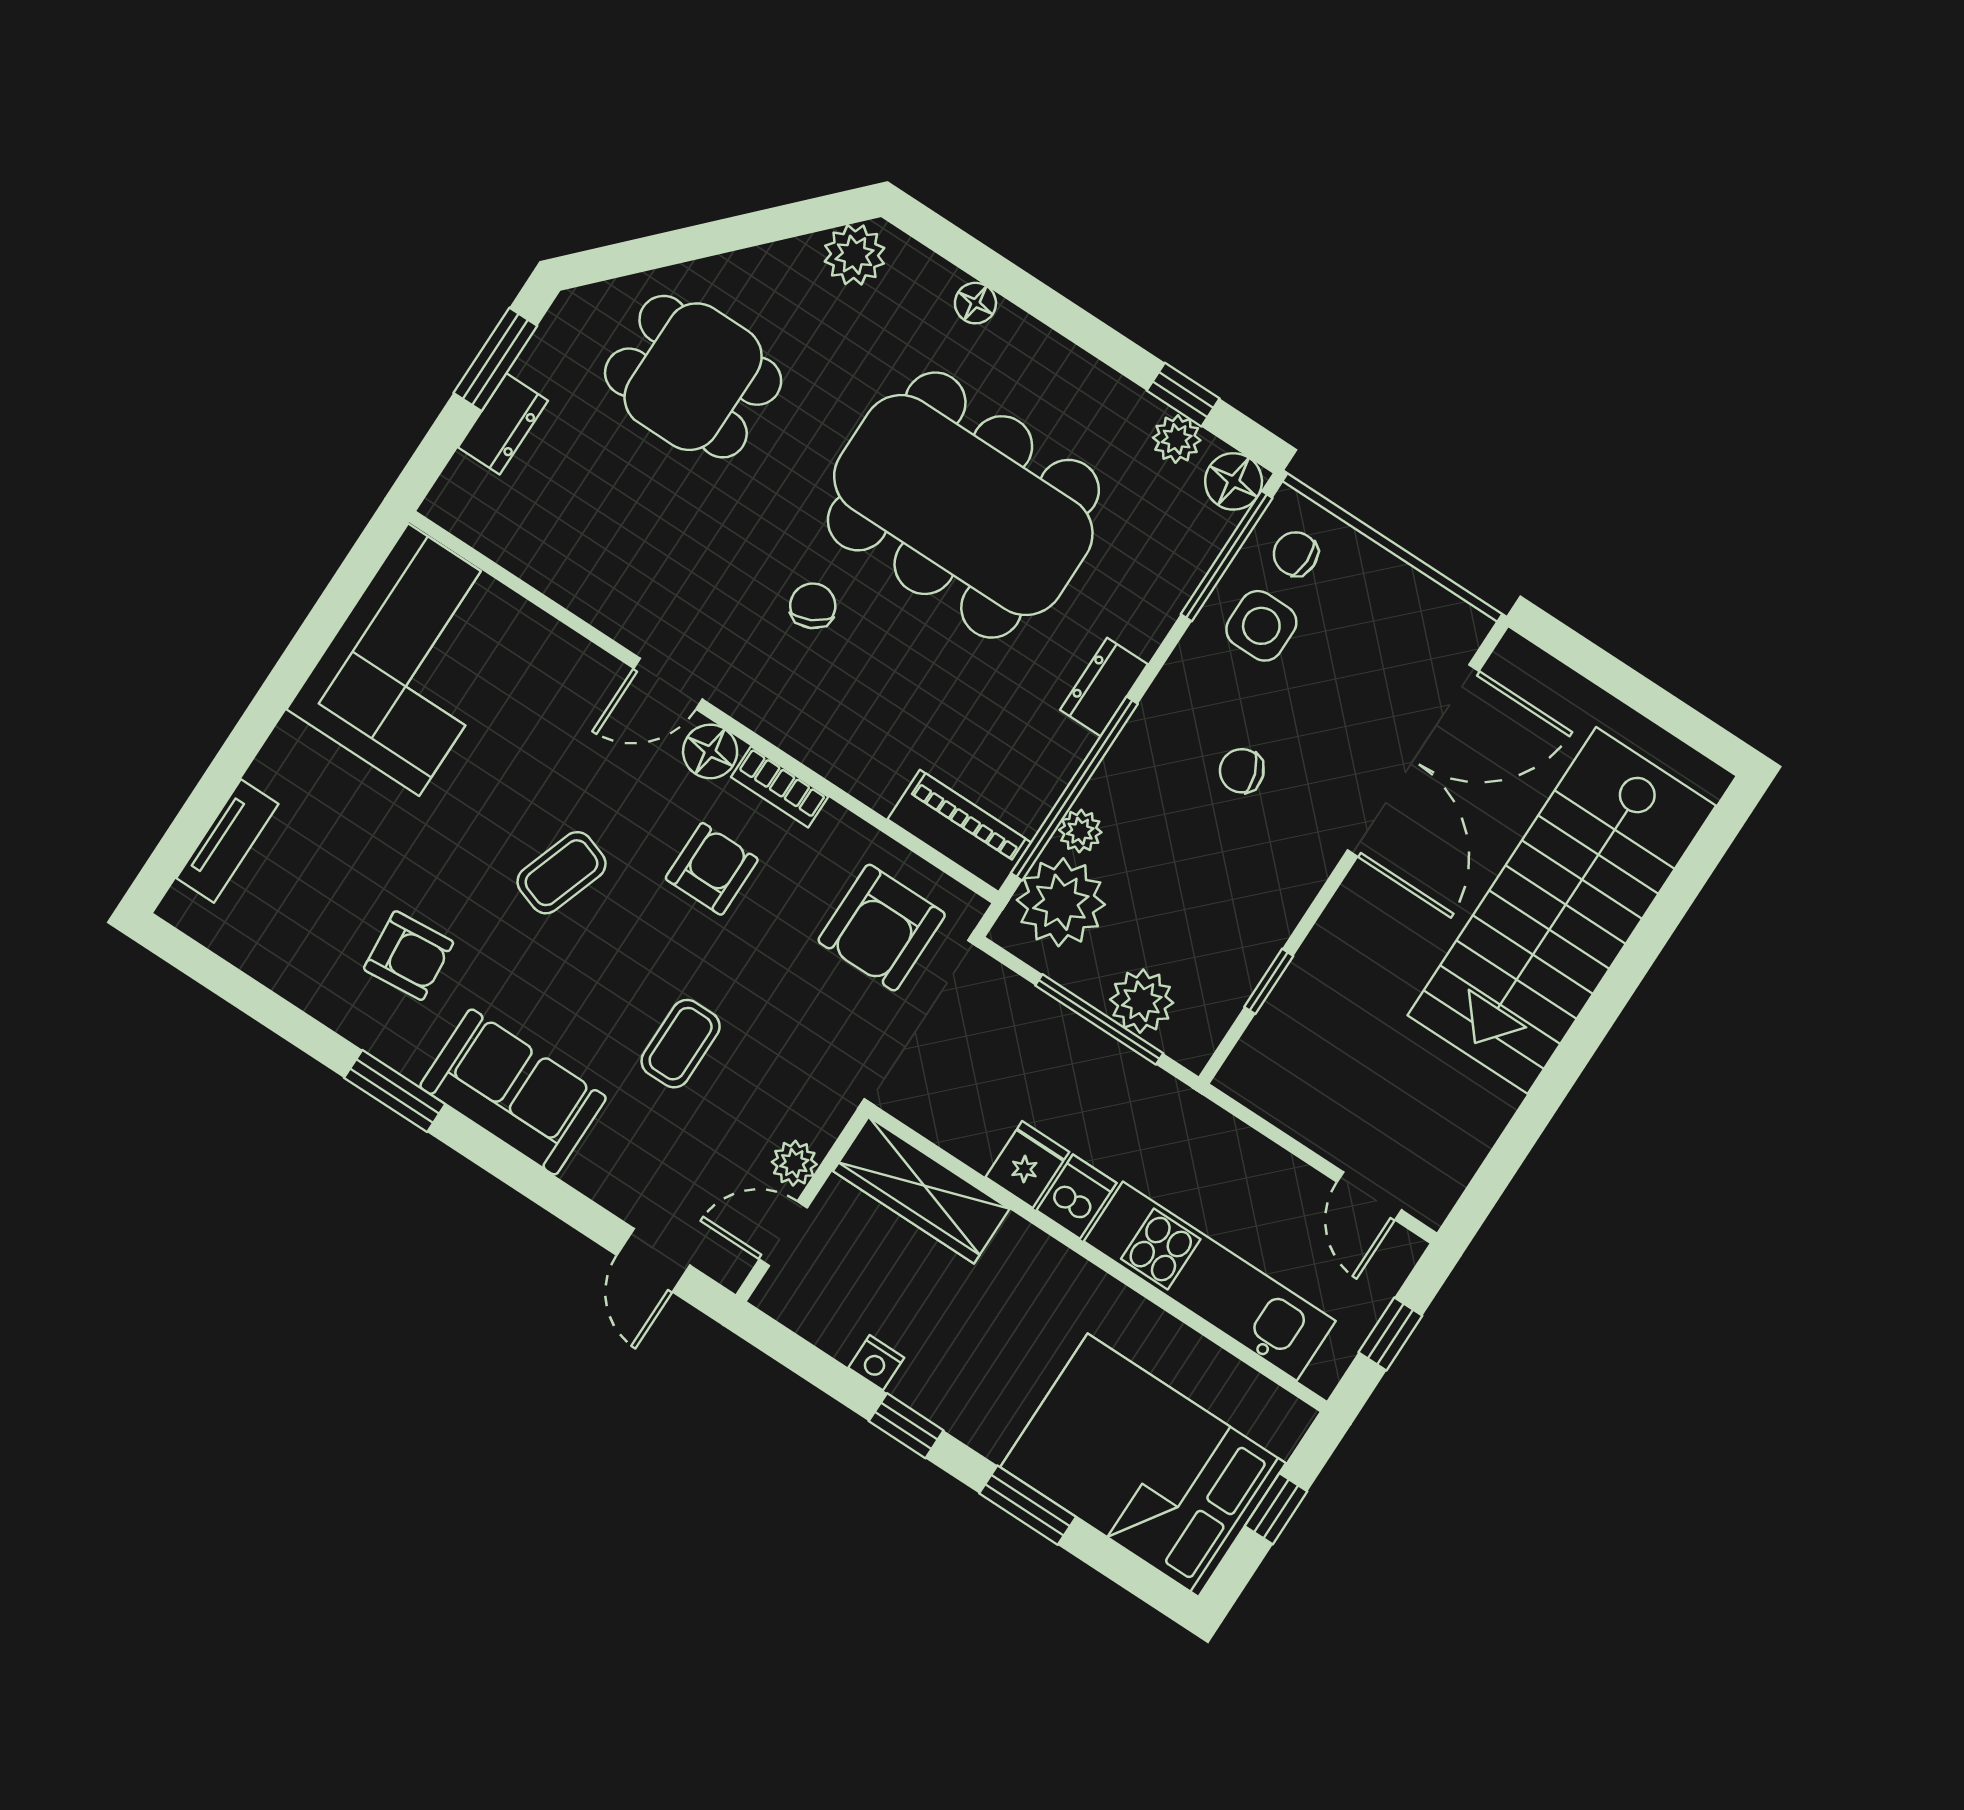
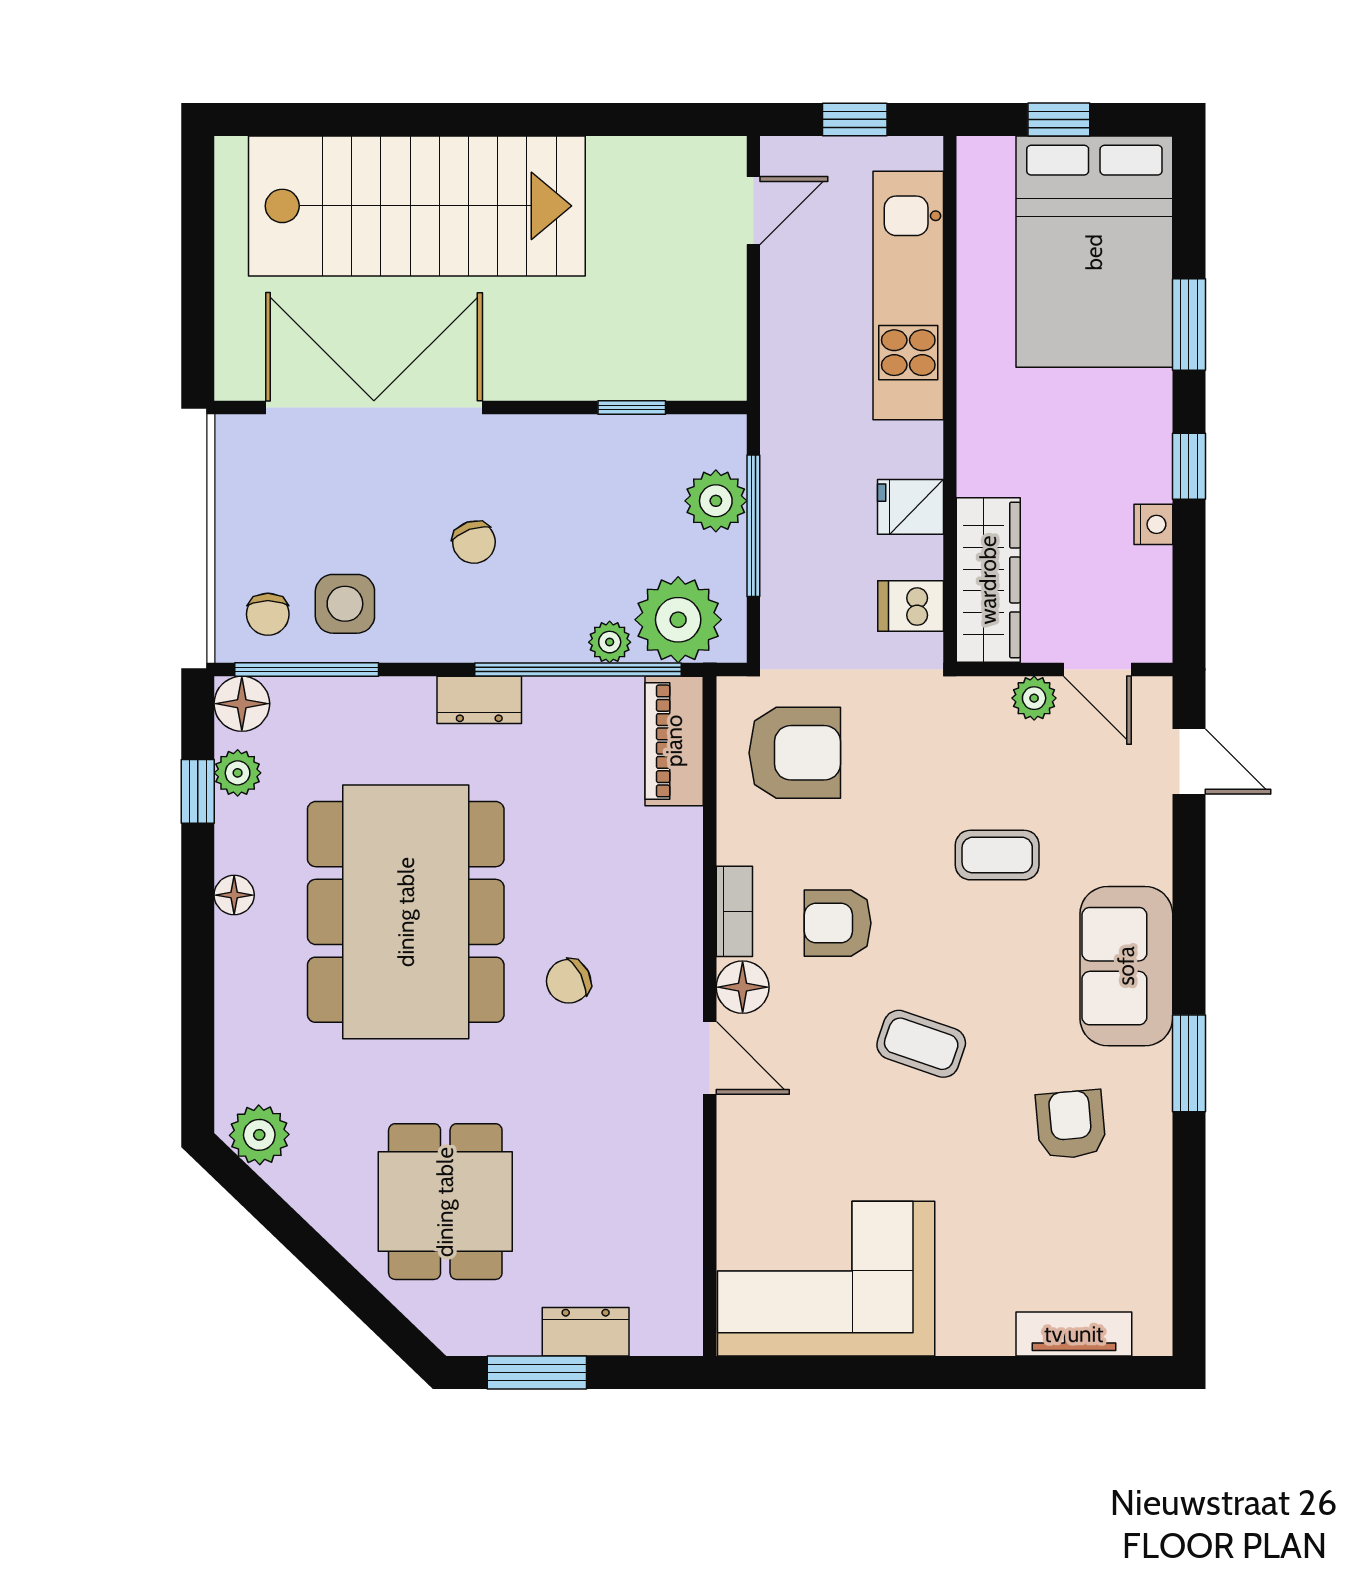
floor lamp: (975, 303) -> (234, 895), moved
dishwasher: (1076, 1197) -> (911, 606), moved
door: (653, 1260) -> (1189, 761), hinge flipped

